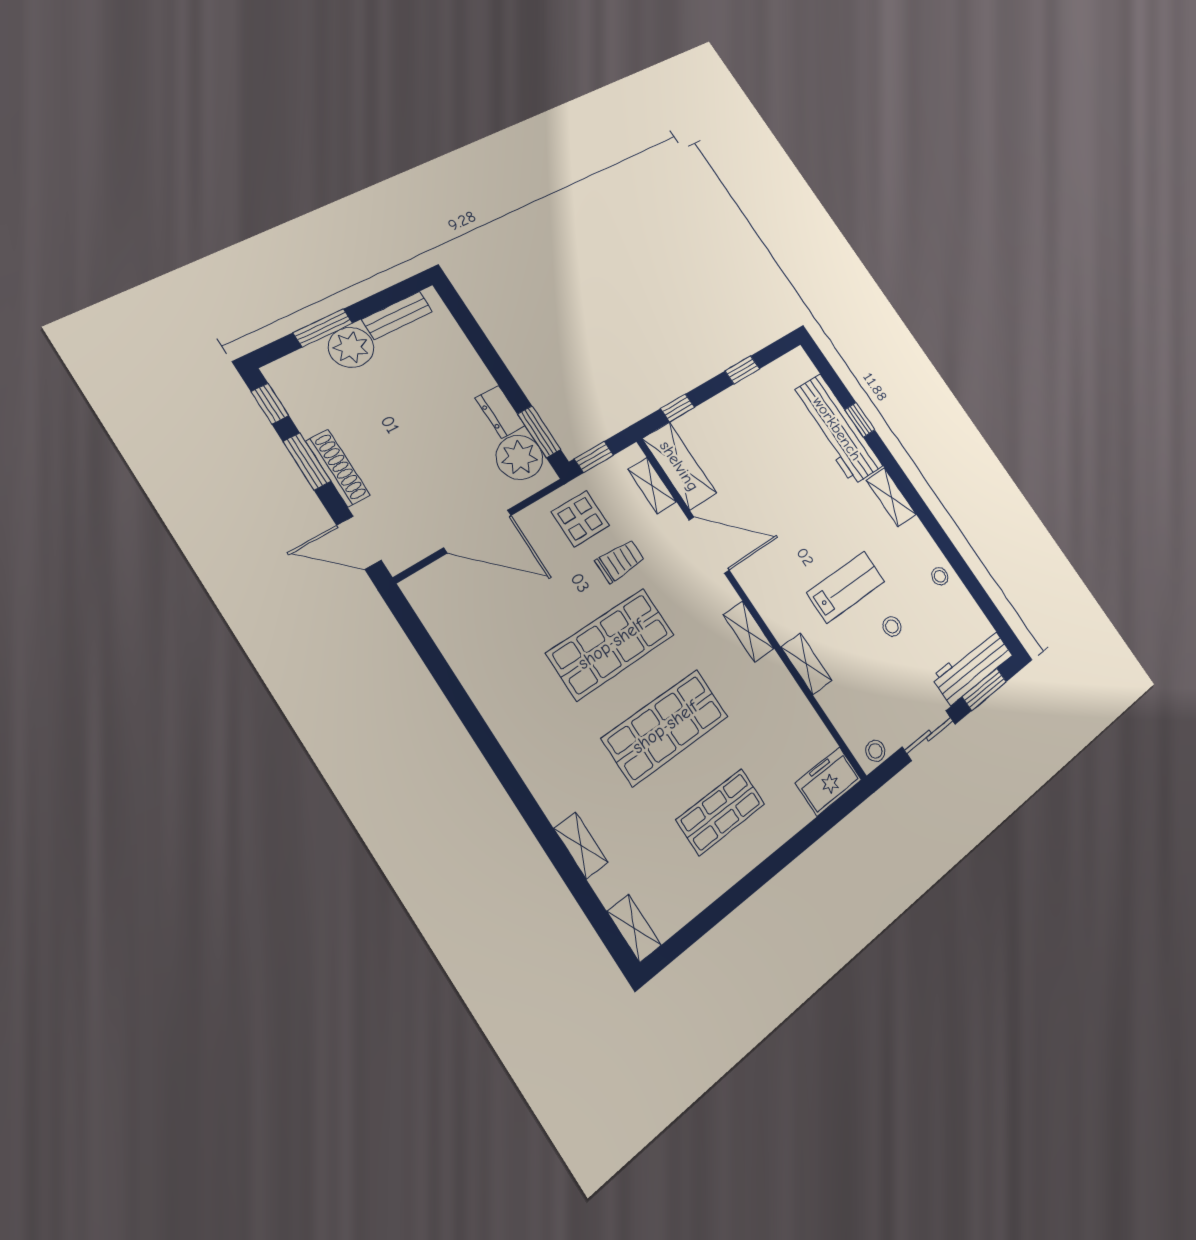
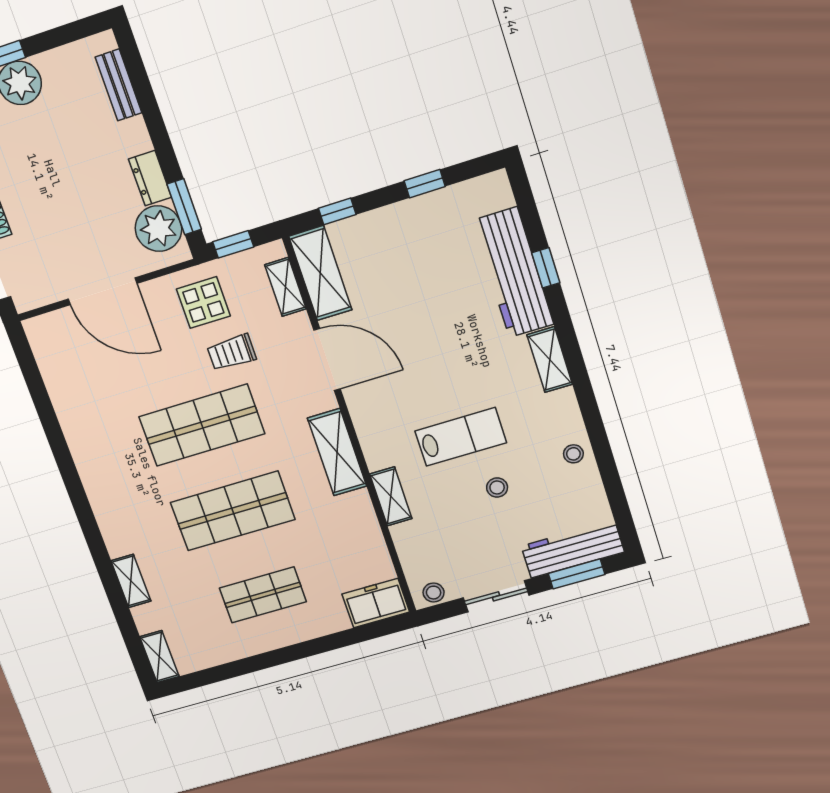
bench: (397, 315) -> (118, 85), moved, turned 90
trolley: (620, 561) -> (232, 352), turned 180
shelving: (749, 632) -> (337, 452), width x1.50, depth x1.33

